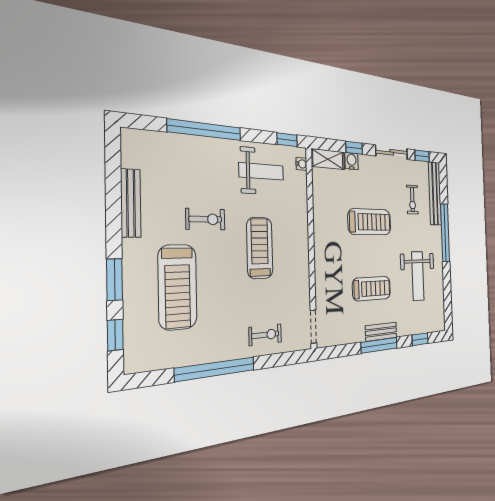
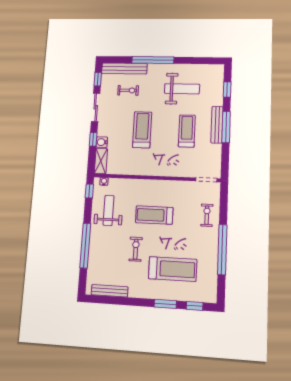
bench: (131, 203) -> (110, 291), moved
bench: (381, 332) -> (217, 125), width x1.36

